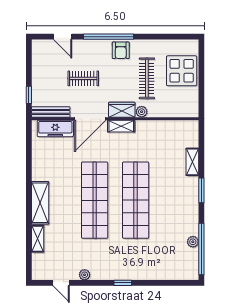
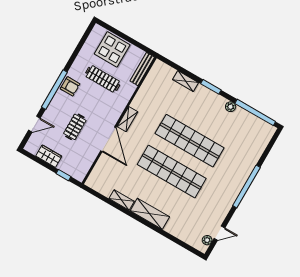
wardrobe: (122, 110) -> (49, 156), moved, turned 90
bench: (51, 112) -> (142, 69), moved
plant: (142, 112) -> (125, 97), removed
freezer: (55, 128) -> (100, 170), removed
shelving: (38, 239) -> (122, 200), moved
plant: (193, 242) -> (231, 107), moved
plant: (85, 275) -> (207, 240), moved
window: (123, 283) -> (246, 186), width x3.17

